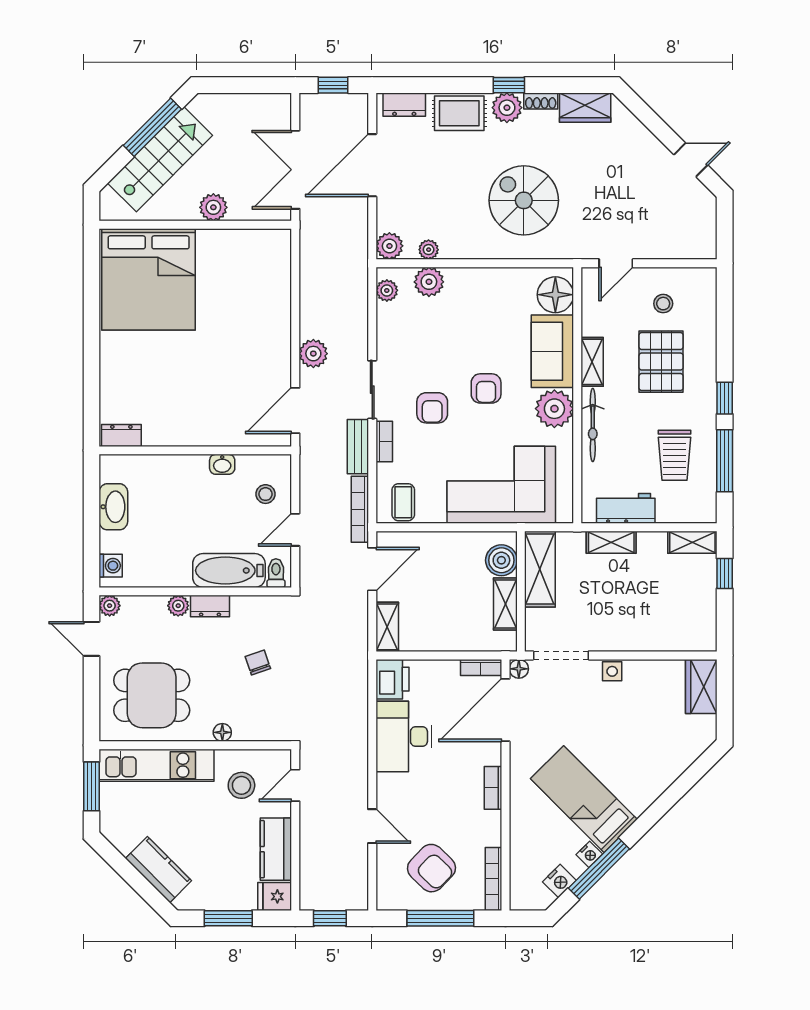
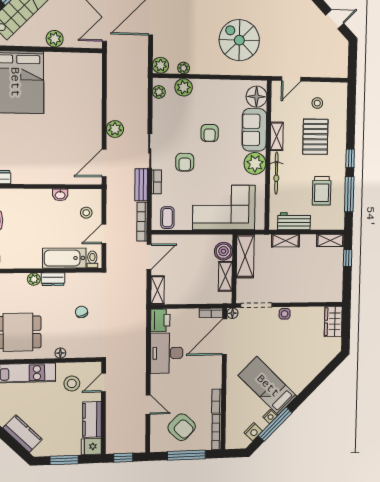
armchair: (486, 388) -> (210, 133), moved
bookcase: (493, 788) -> (217, 401), moved

